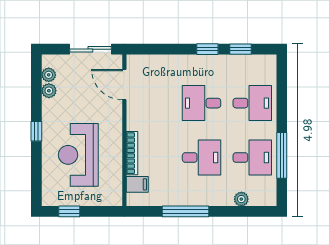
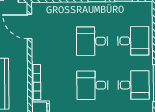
desk: (202, 158) -> (92, 85), turned 180

